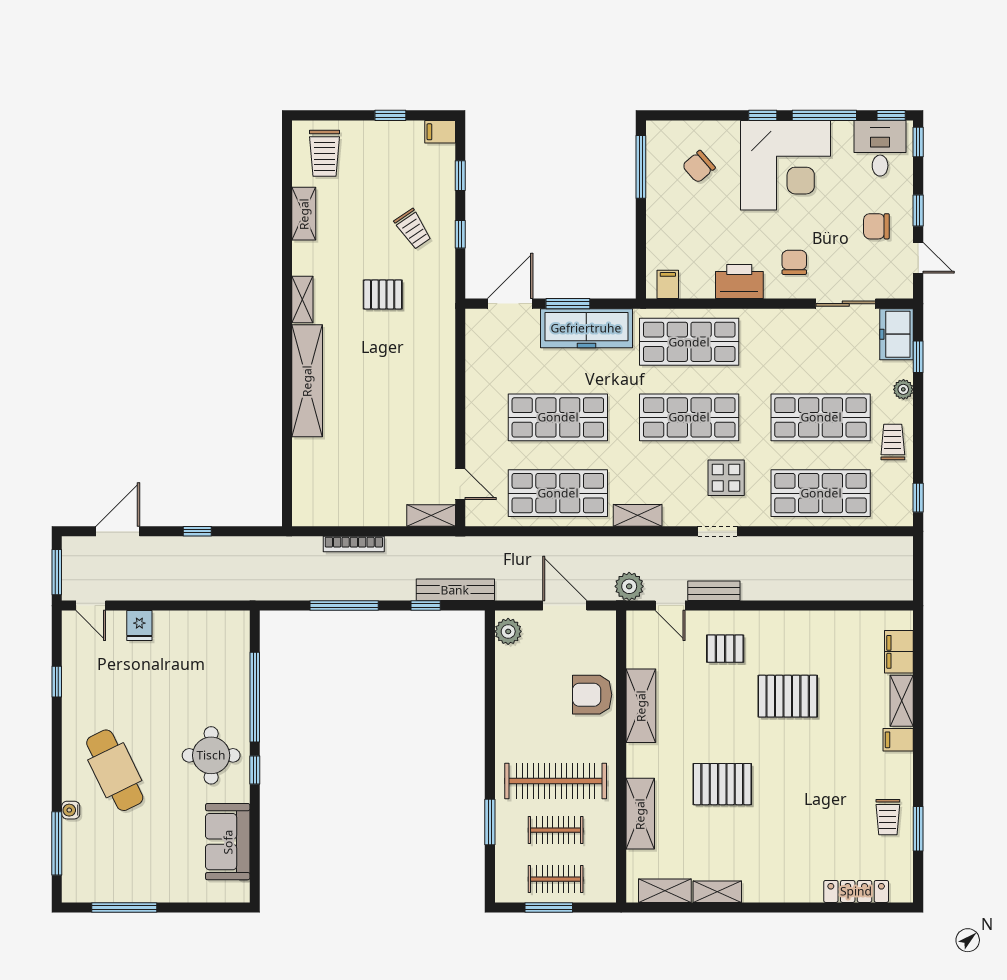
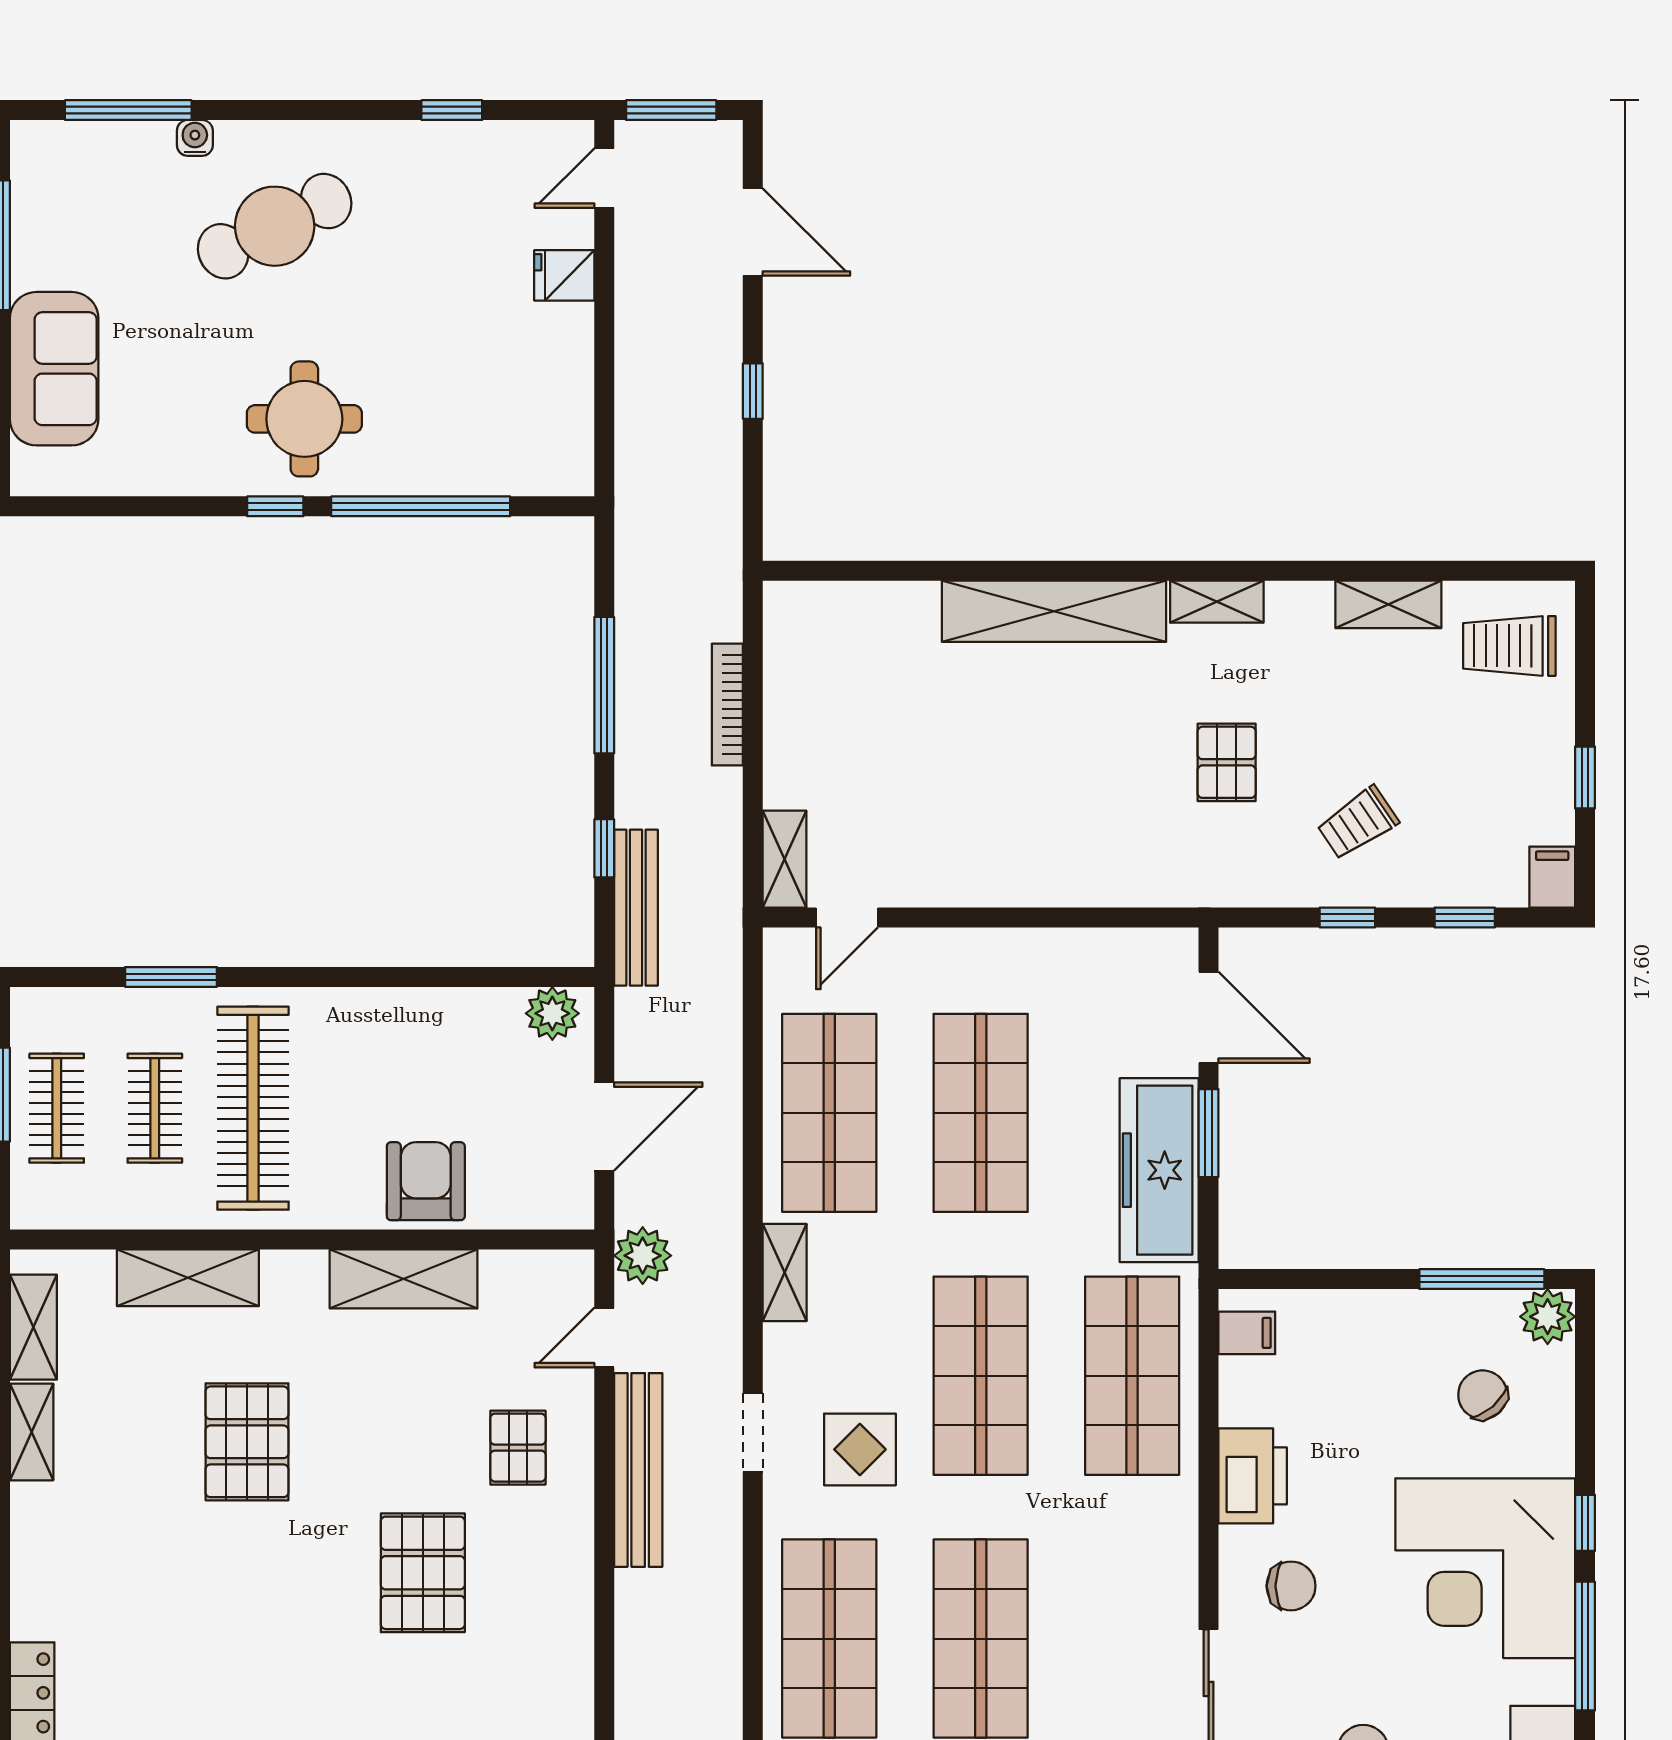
plant: (660, 134) -> (1548, 1317), added
bench: (714, 591) -> (638, 1470), width x1.86, depth x1.21
sofa: (228, 842) -> (54, 369), moved, turned 90

